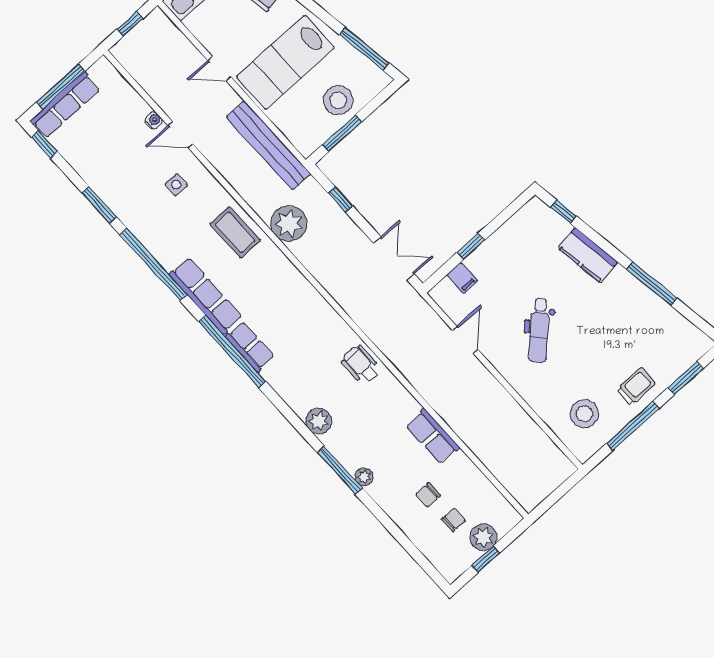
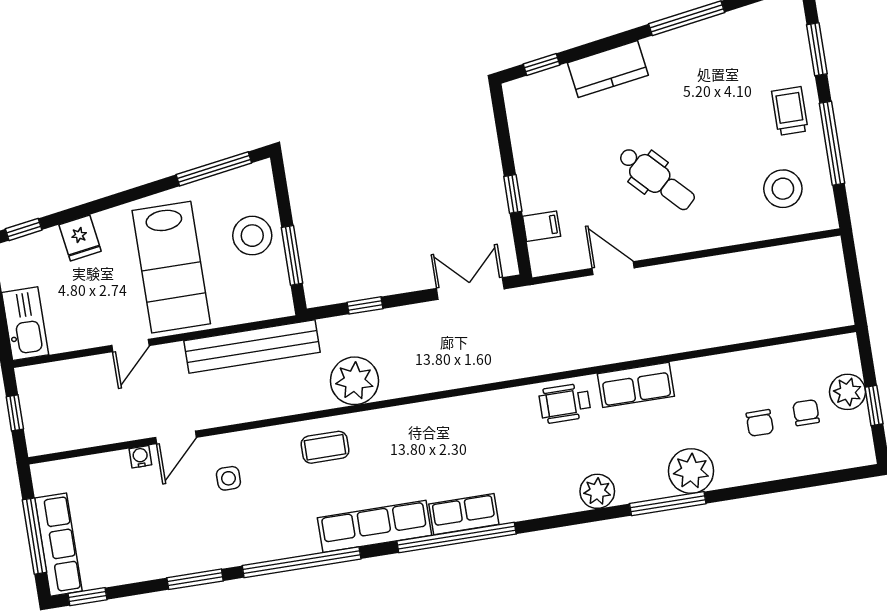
coffee table: (235, 232) -> (325, 447), width x0.73, depth x0.77
row of seats: (433, 436) -> (636, 385), moved
plant: (364, 477) -> (691, 471), width x1.88, depth x1.88

